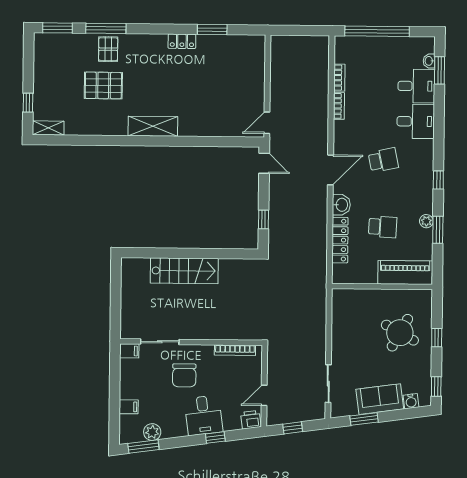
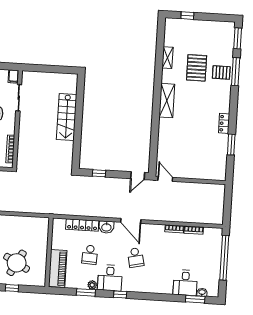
desk: (416, 121) -> (110, 278), moved
shelving: (48, 128) -> (168, 58), moved

